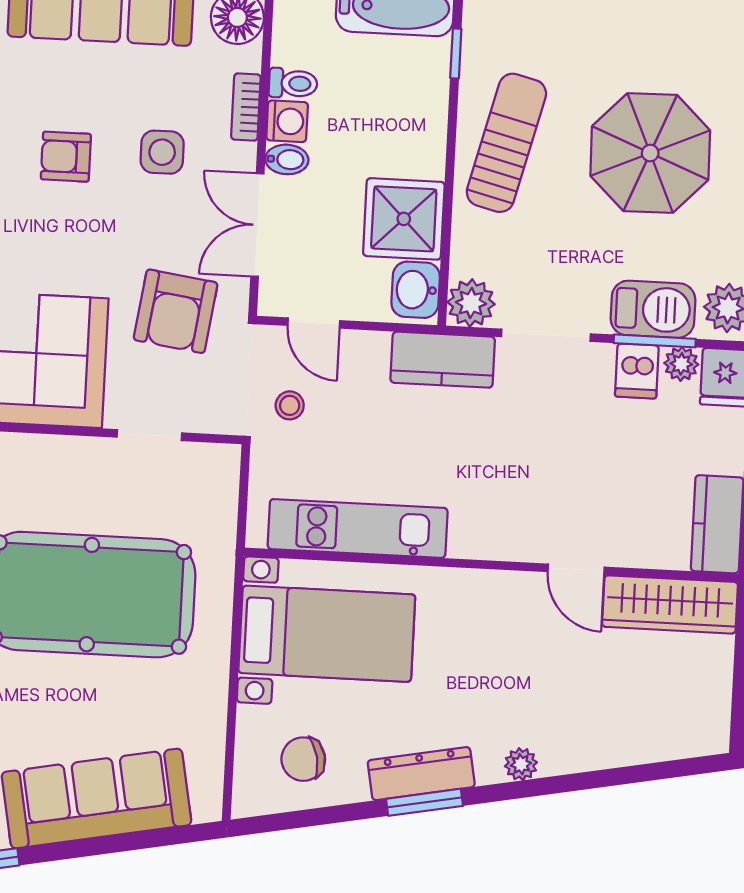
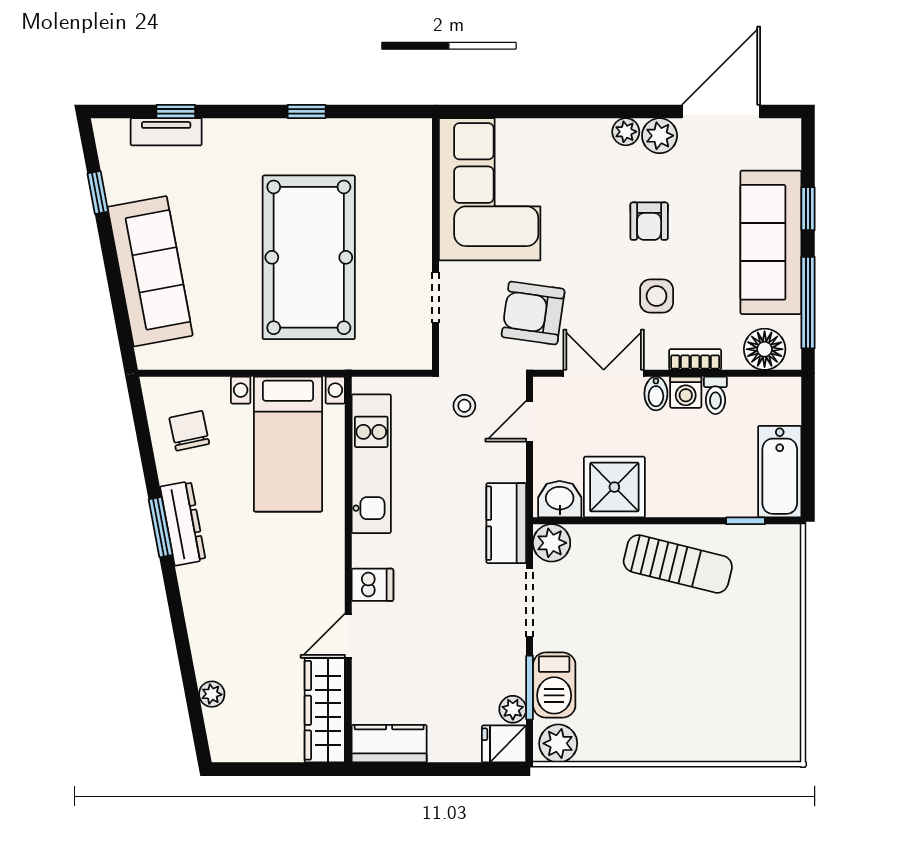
parasol: (650, 153) -> (676, 676), removed
armchair: (66, 157) -> (649, 221), turned 180
dishwasher: (637, 371) -> (372, 585), moved, turned 180
plant: (521, 764) -> (212, 694), moved

